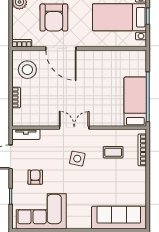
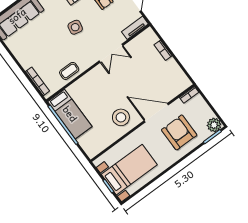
stool: (27, 70) -> (121, 117), moved
double door: (74, 128) -> (111, 53), moved
coffee table: (113, 152) -> (69, 71), moved
side table: (77, 159) -> (75, 27), moved

